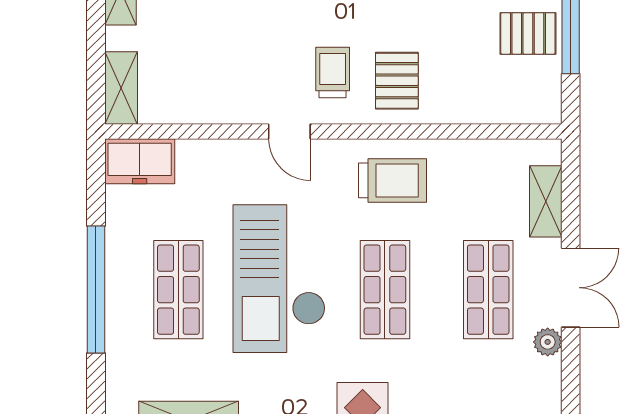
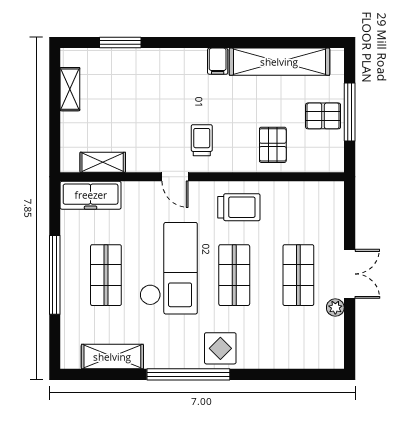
pallet: (397, 81) -> (273, 145), moved
shelving: (121, 88) -> (103, 162), moved, turned 90
freezer: (140, 161) -> (91, 195), width x1.40
shelving: (546, 201) -> (334, 220), removed
checkout: (279, 279) -> (169, 268), turned 180

